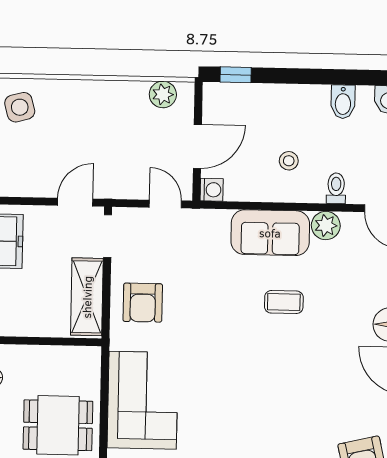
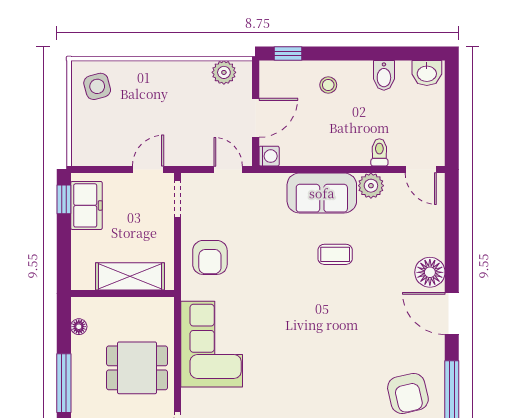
stool: (289, 161) -> (328, 85), moved
shelving: (87, 297) -> (130, 276), moved, turned 90

